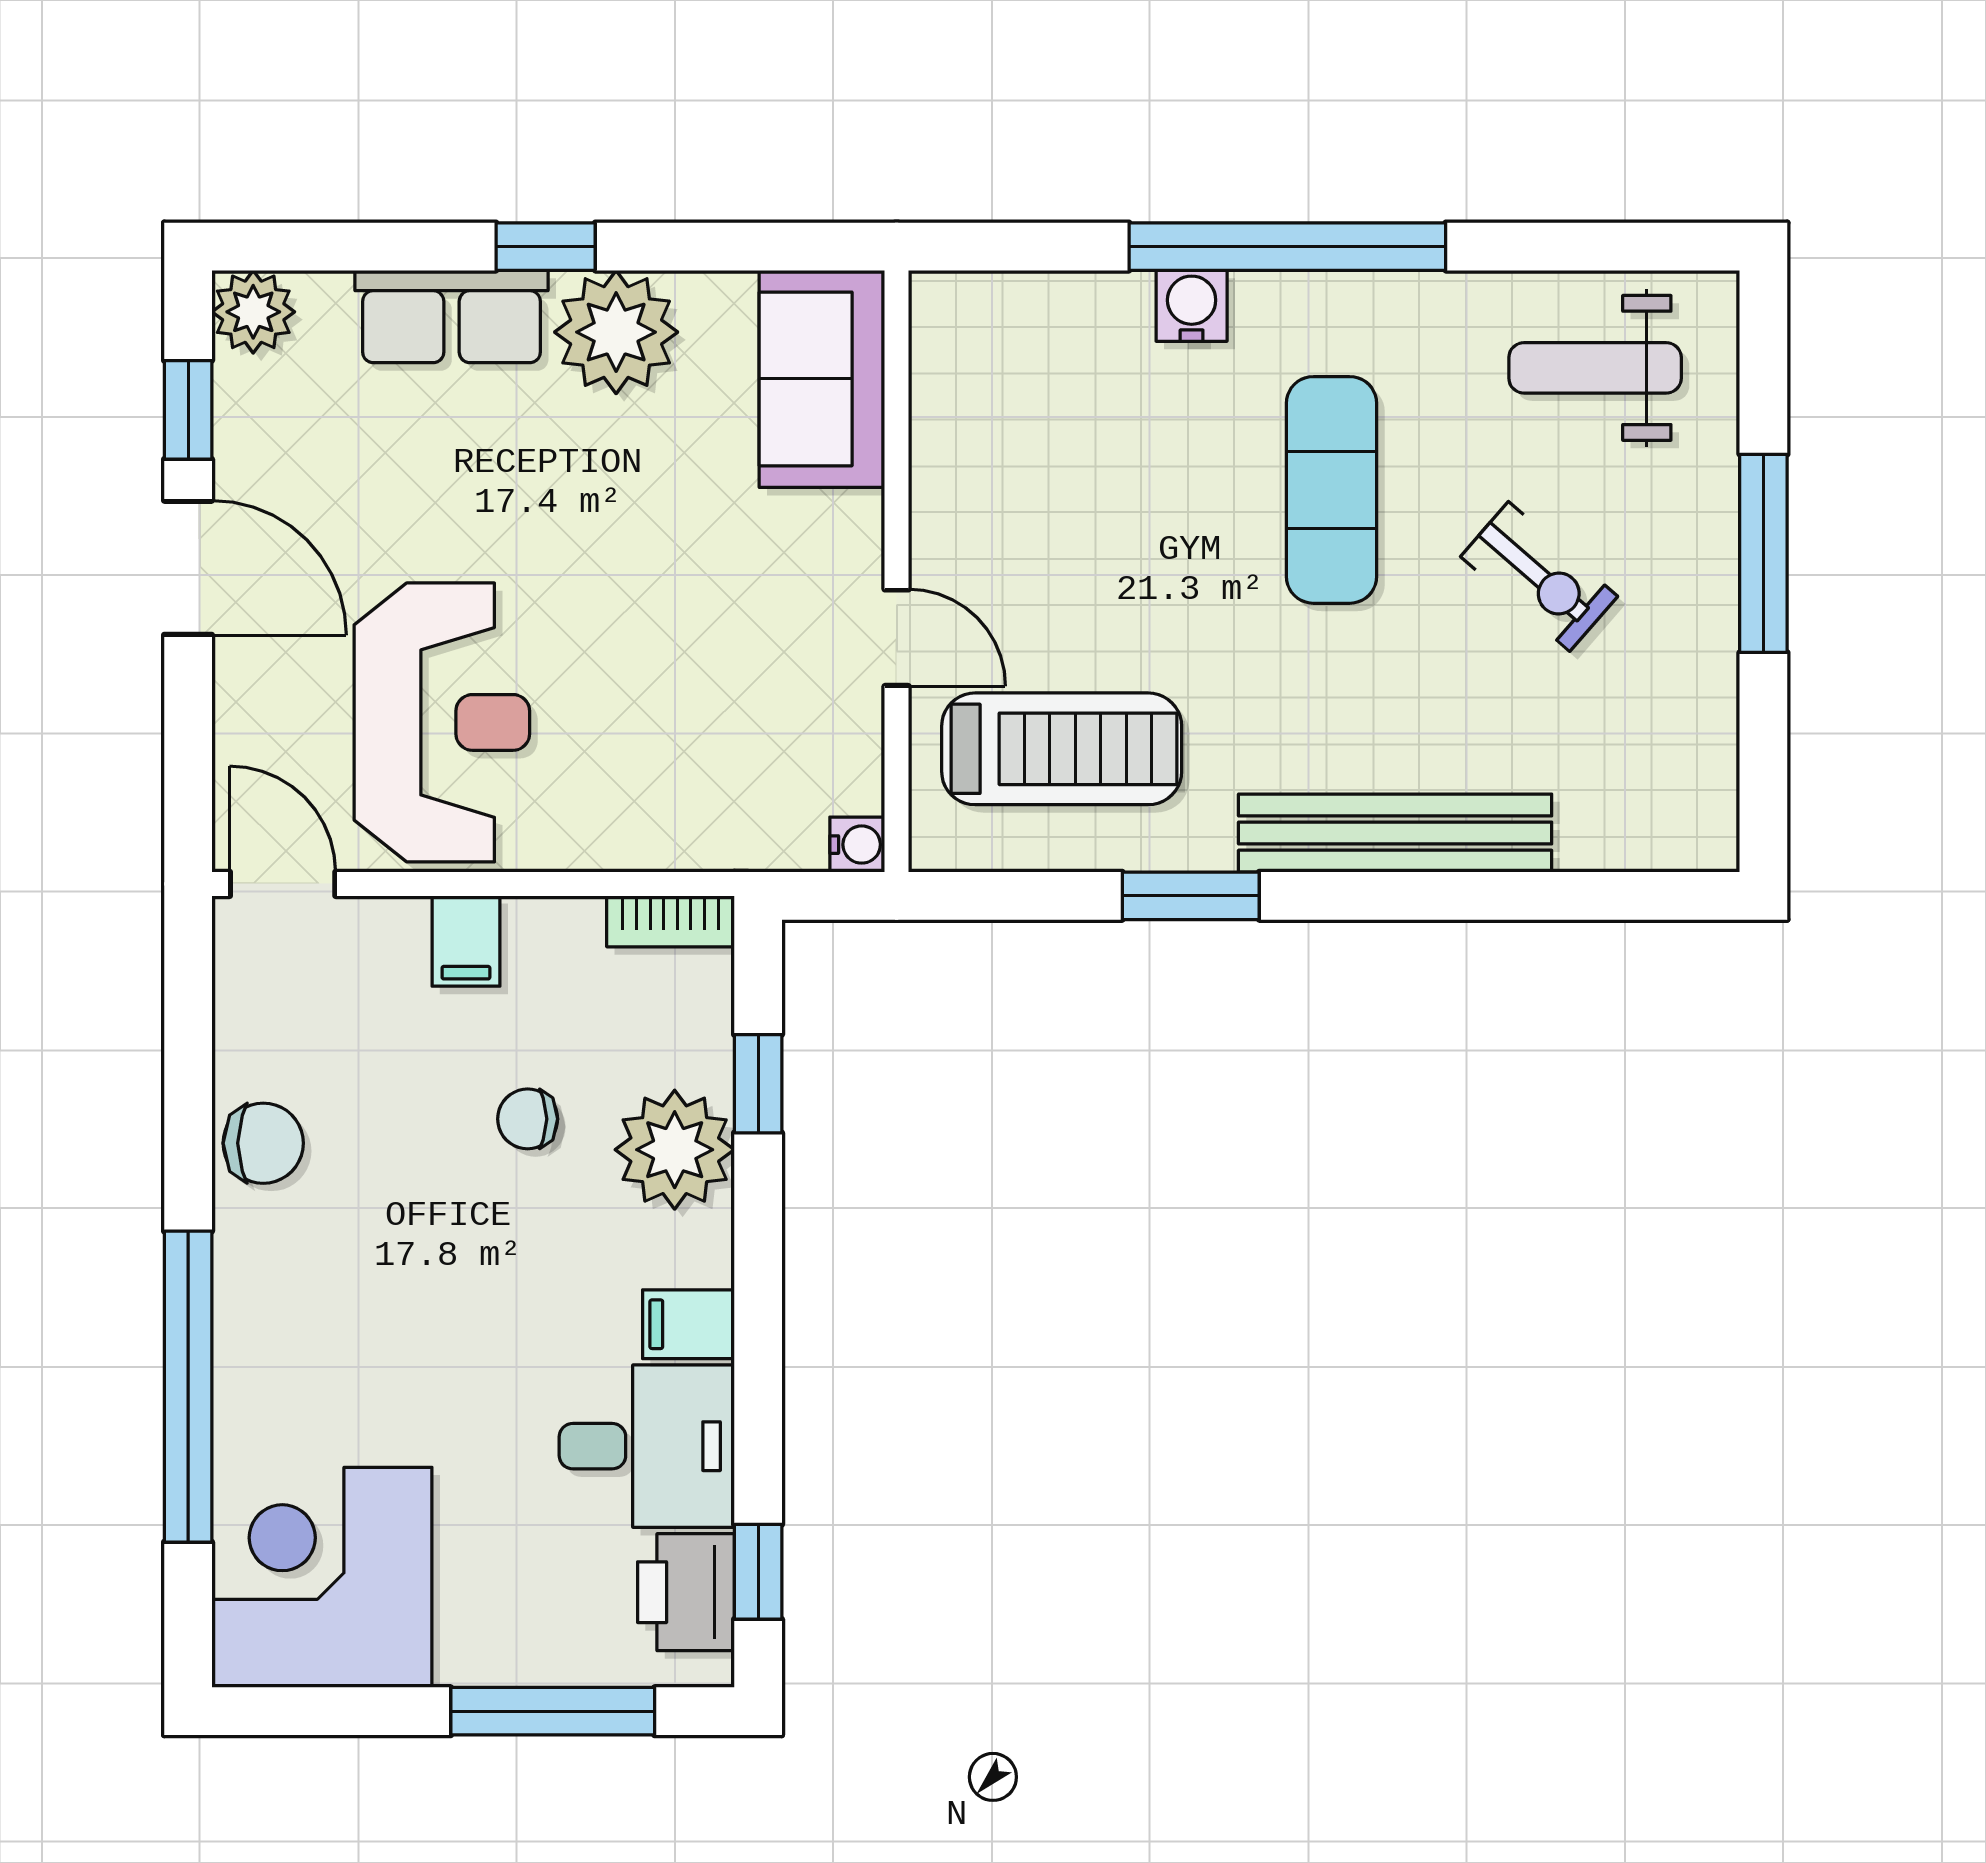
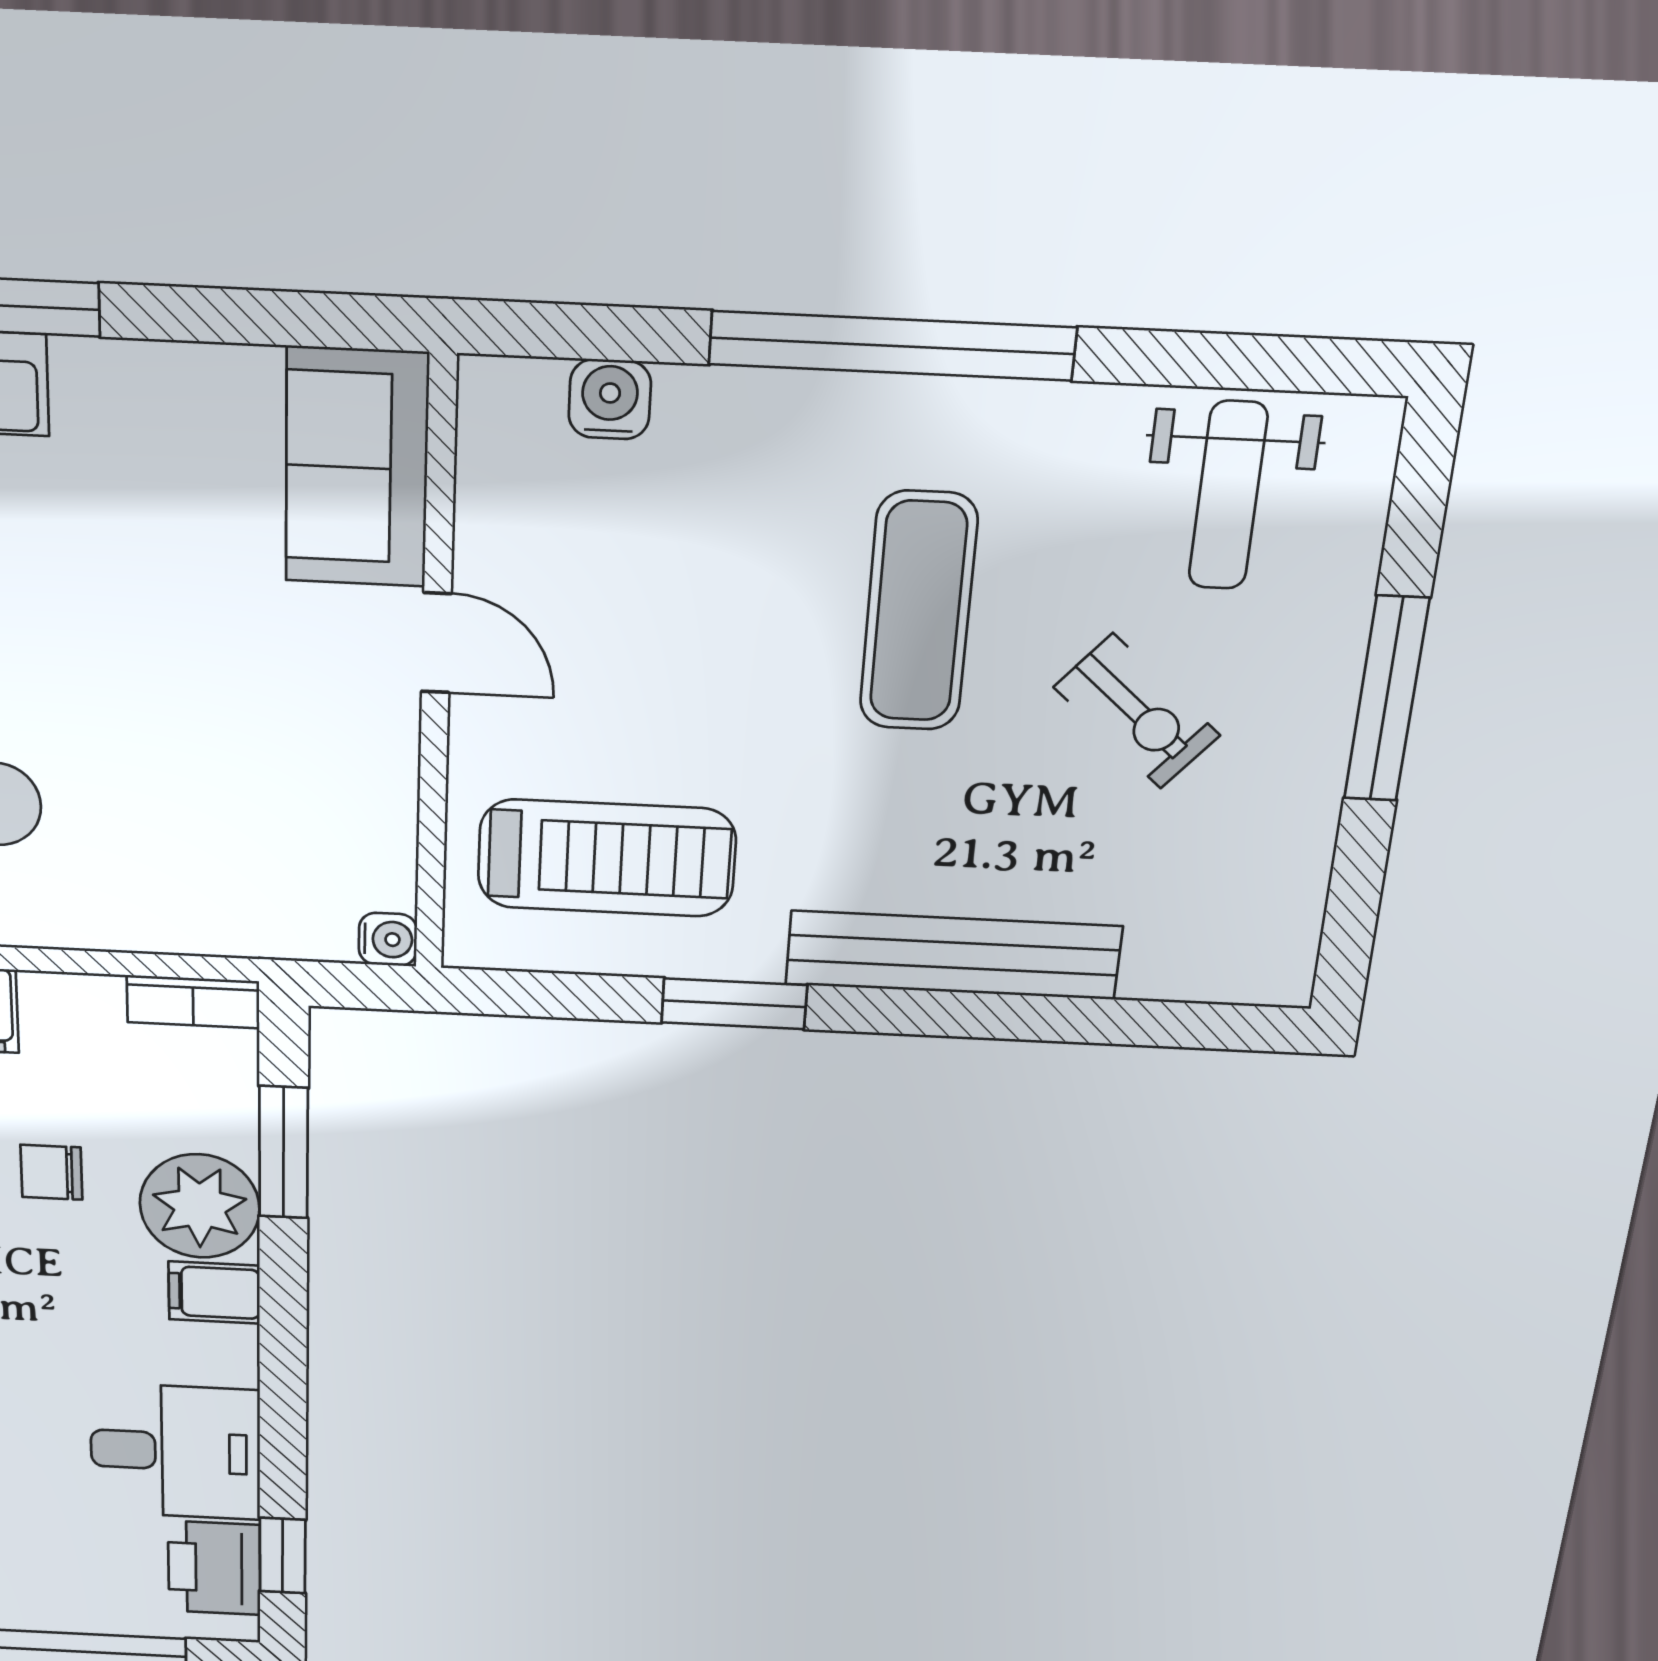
water cooler: (1192, 306) -> (610, 399), moved
plant: (616, 332) -> (125, 406), removed
weight bench: (1595, 368) -> (1228, 495), turned -90
door: (897, 638) -> (436, 643), moved
window: (758, 1084) -> (283, 1152), width x1.50
filing cabinet: (688, 1324) -> (214, 1293), moved

